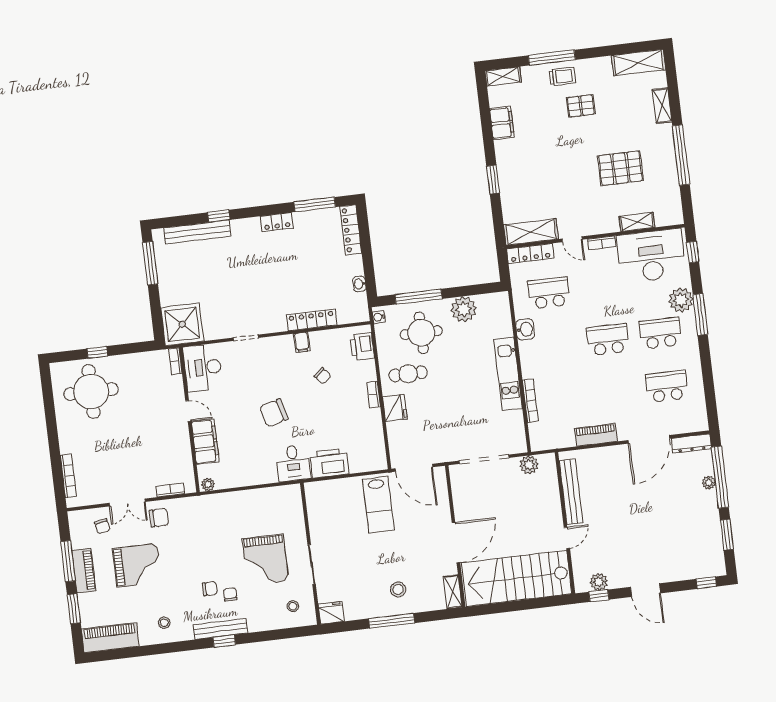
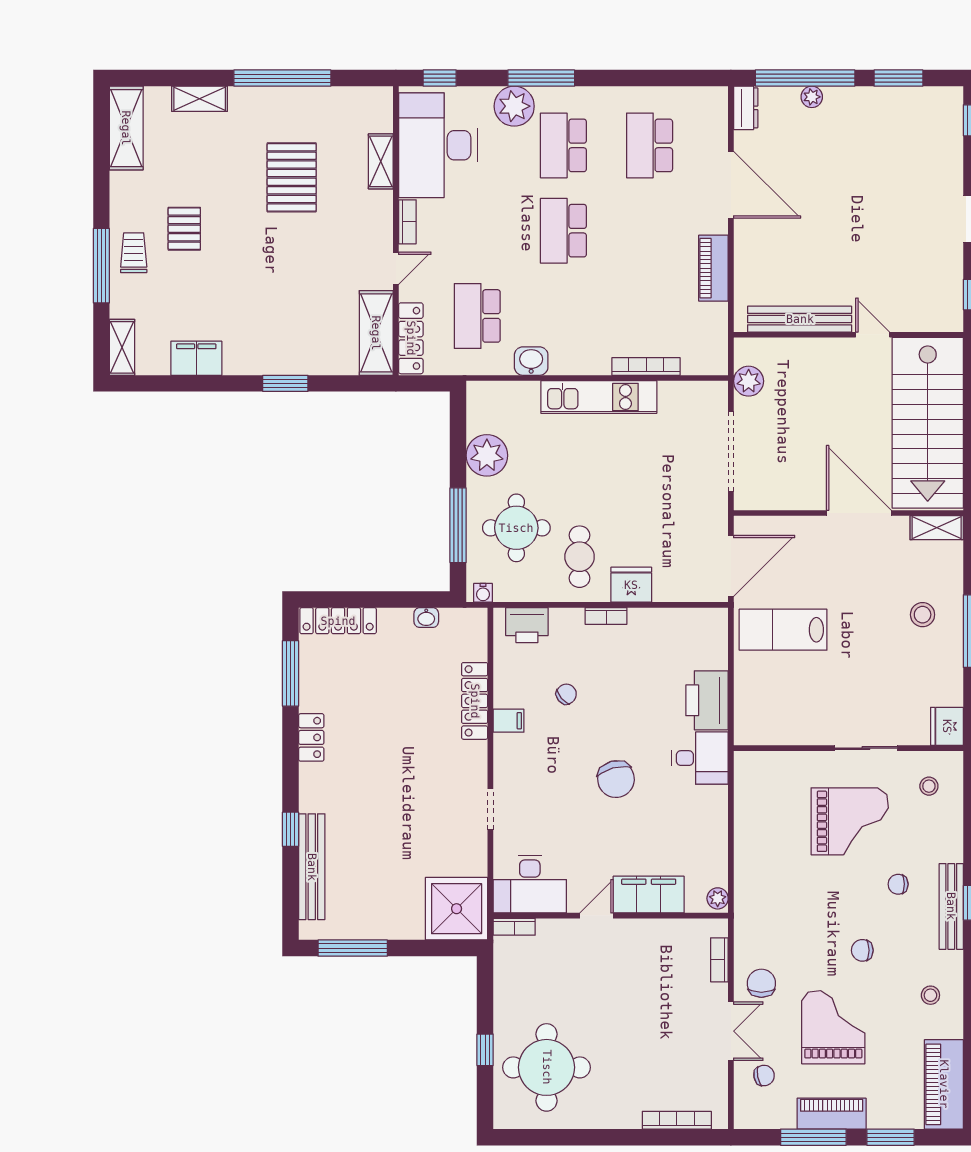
dresser: (691, 443) -> (746, 108), width x0.70
lab bench: (378, 505) -> (783, 630), turned 180
plant: (599, 582) -> (949, 292), removed
chair: (210, 589) -> (862, 950), moved, turned -90

